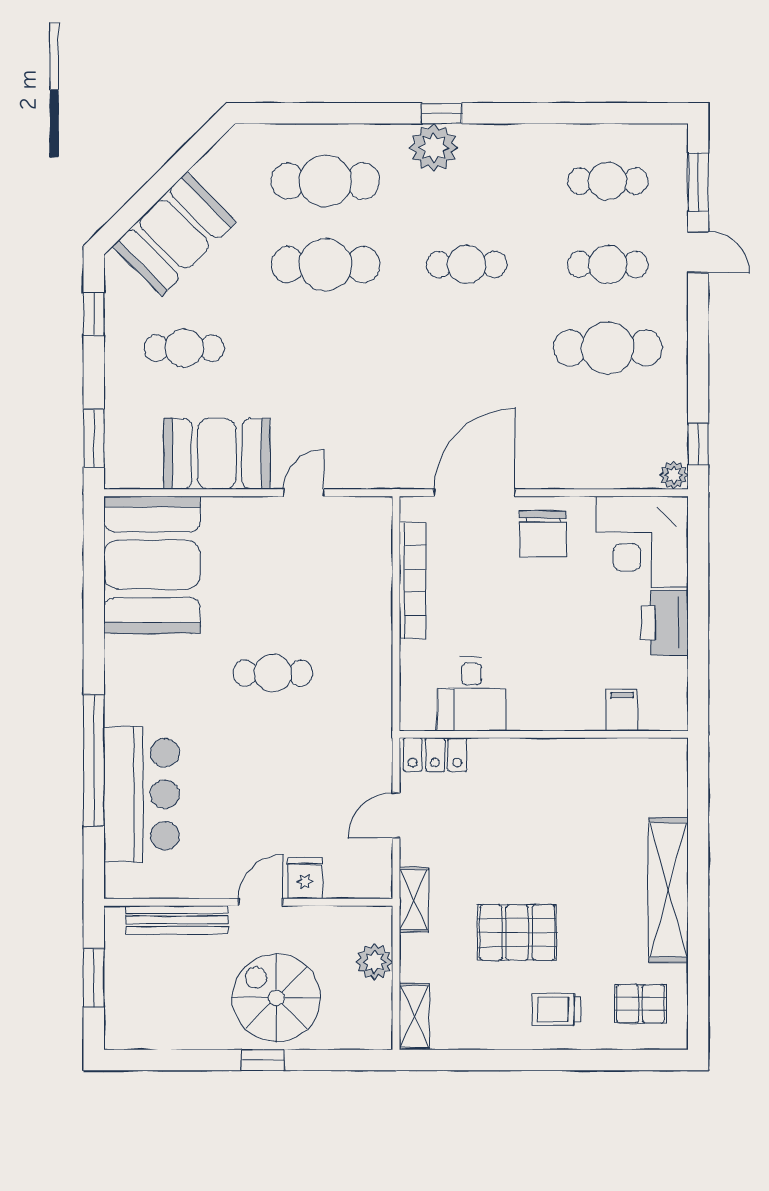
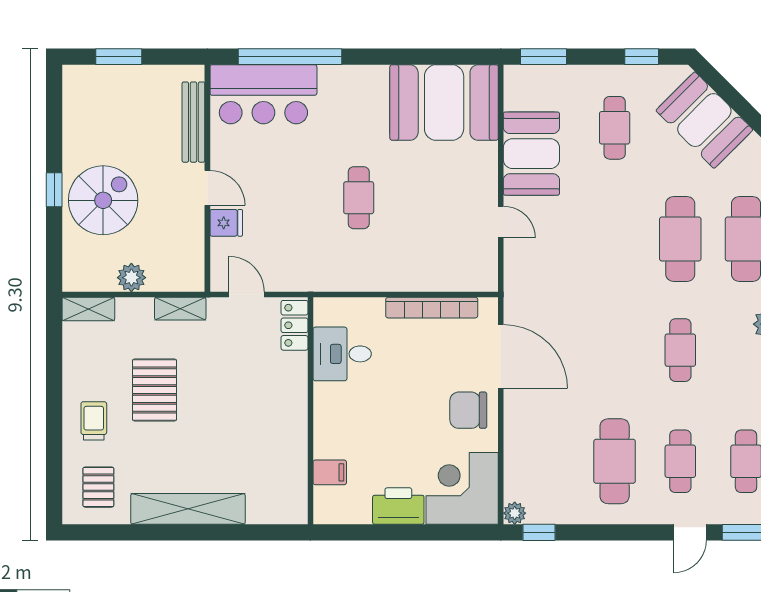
fridge: (305, 878) -> (226, 223), moved
wall: (248, 902) -> (207, 178), moved
door: (261, 902) -> (207, 188), moved
bench: (177, 920) -> (193, 122), moved

